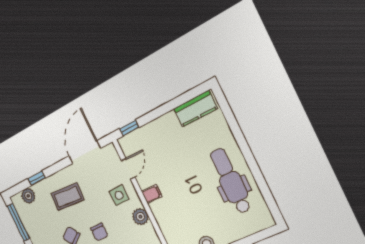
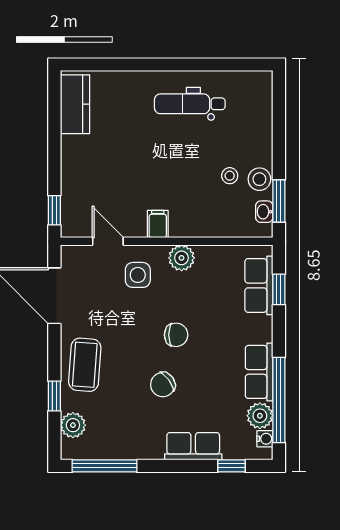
dental chair: (231, 181) -> (190, 104), width x0.73, depth x0.72
coffee table: (67, 197) -> (85, 365), moved
stool: (200, 225) -> (230, 176), added

